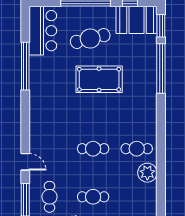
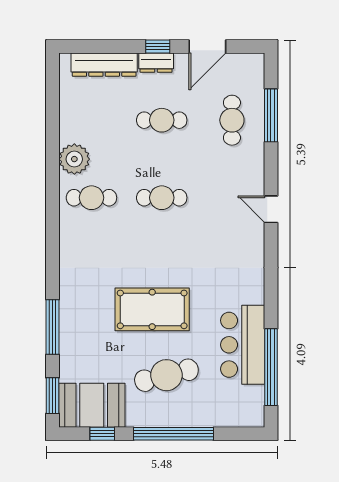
bar counter: (43, 31) -> (243, 345), moved
window: (25, 66) -> (271, 367), moved
window: (161, 68) -> (53, 327), width x0.68
door: (25, 162) -> (271, 209), moved

